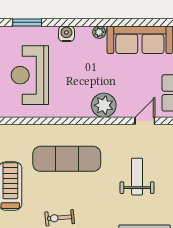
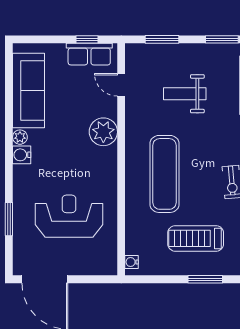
water cooler: (66, 34) -> (22, 155), moved
reception desk: (30, 75) -> (69, 216), turned 180

